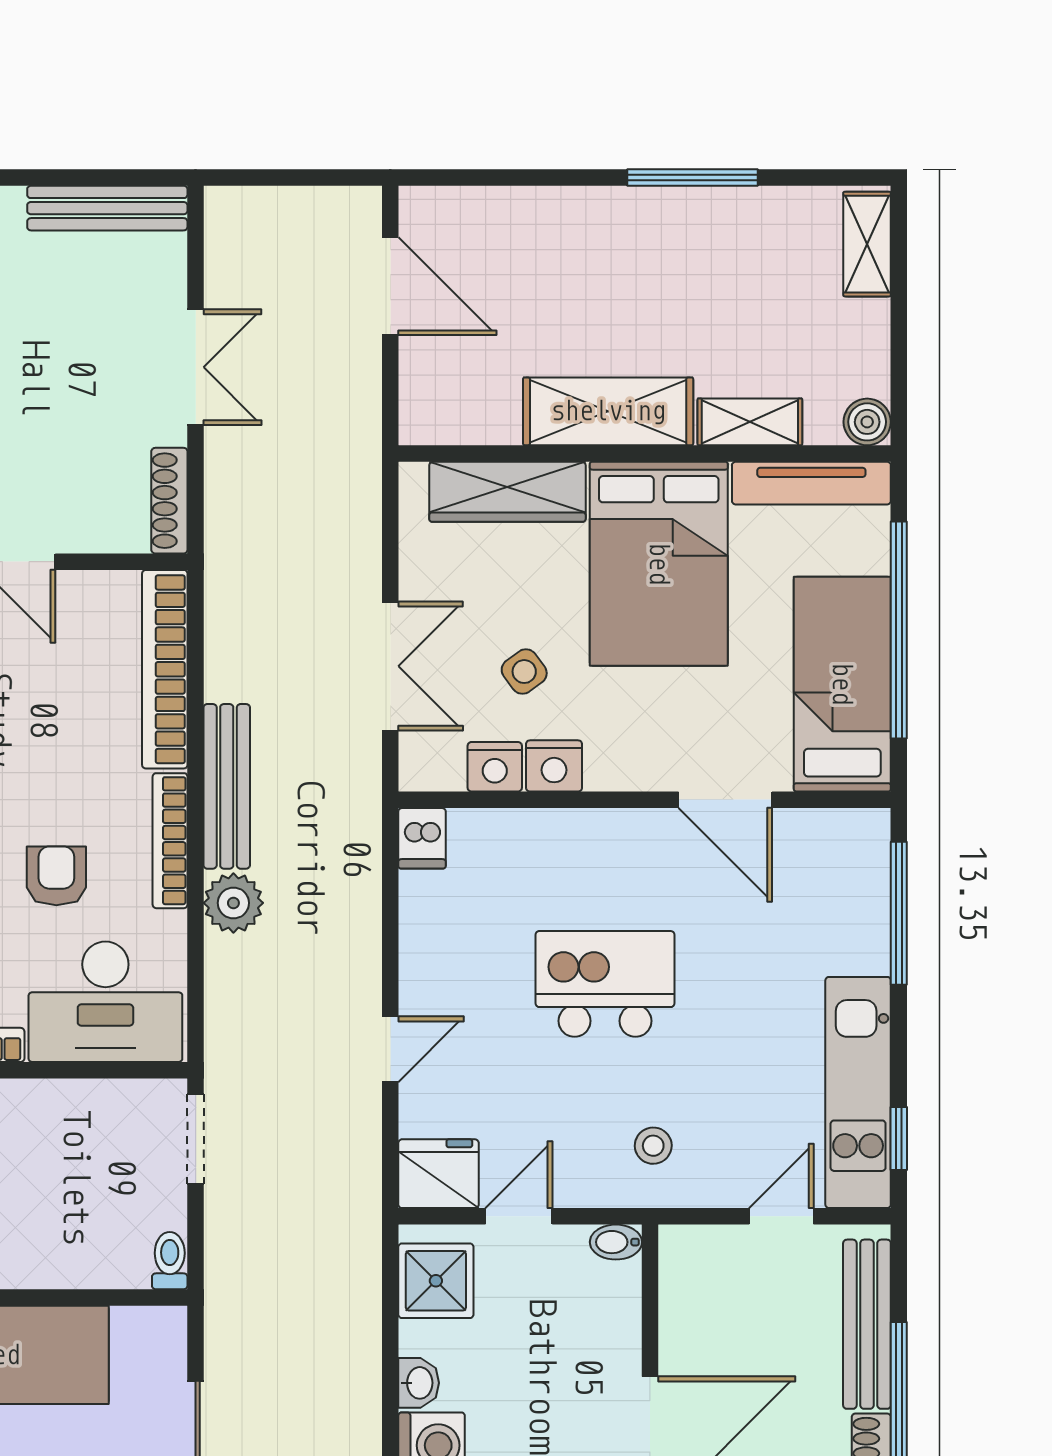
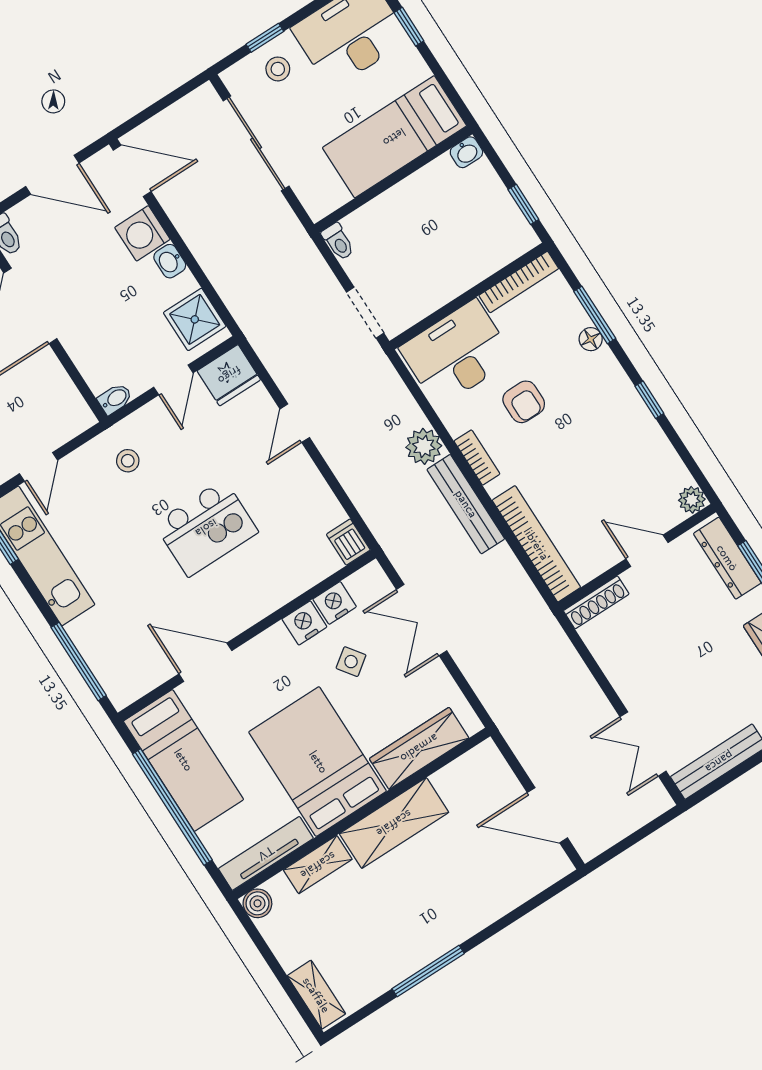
double door: (196, 367) -> (643, 744), moved
shoe rack: (169, 501) -> (596, 602), moved, turned 90
bookcase: (170, 841) -> (477, 457), width x0.64

